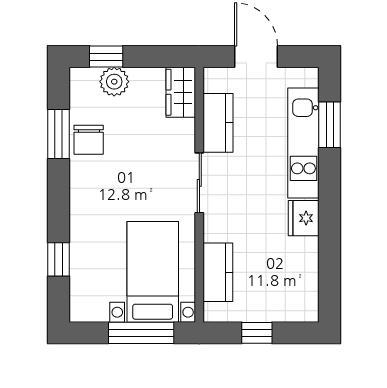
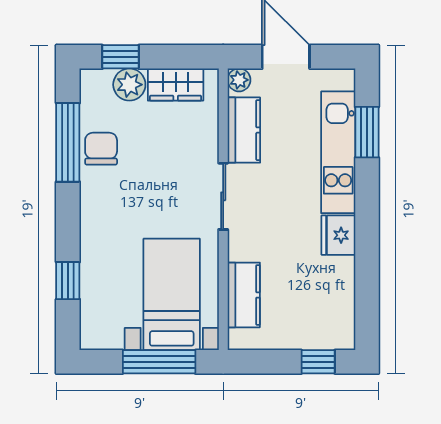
plant: (214, 77) -> (239, 80), added
wardrobe: (181, 92) -> (176, 85), moved, turned -90
window: (58, 134) -> (68, 142), width x1.44
chair: (89, 140) -> (101, 149), turned 180
window: (257, 333) -> (318, 362), moved

